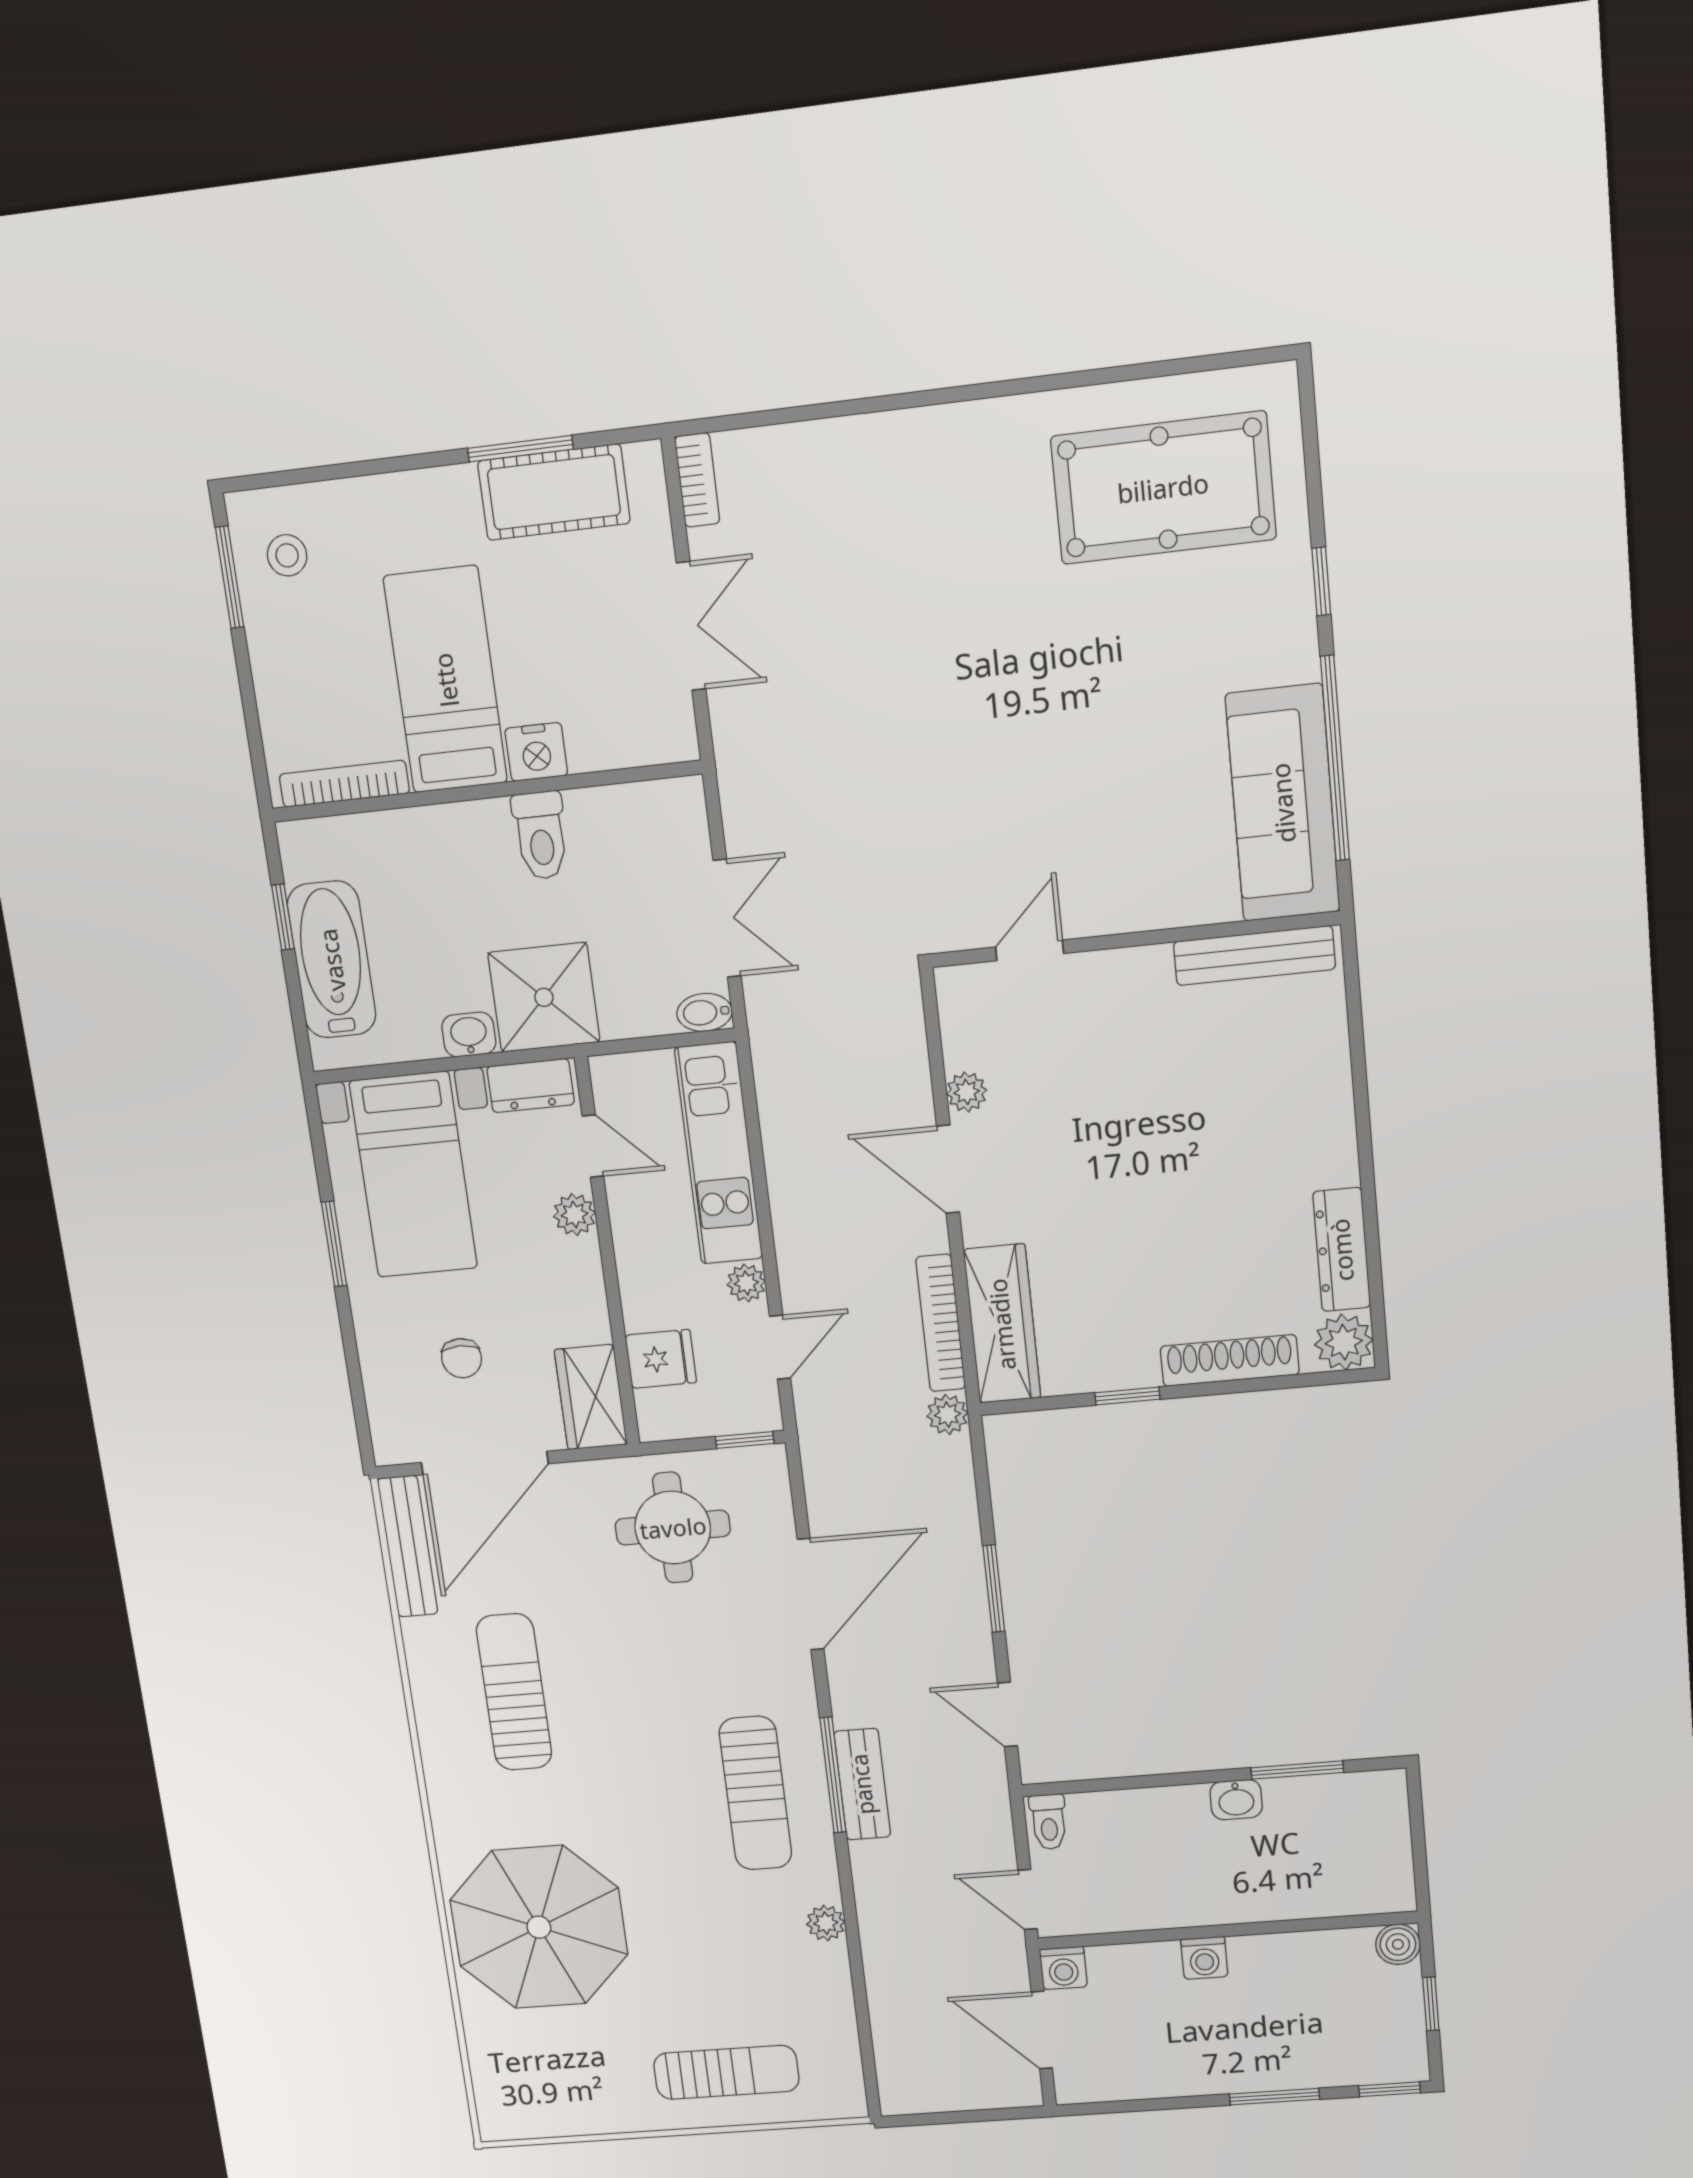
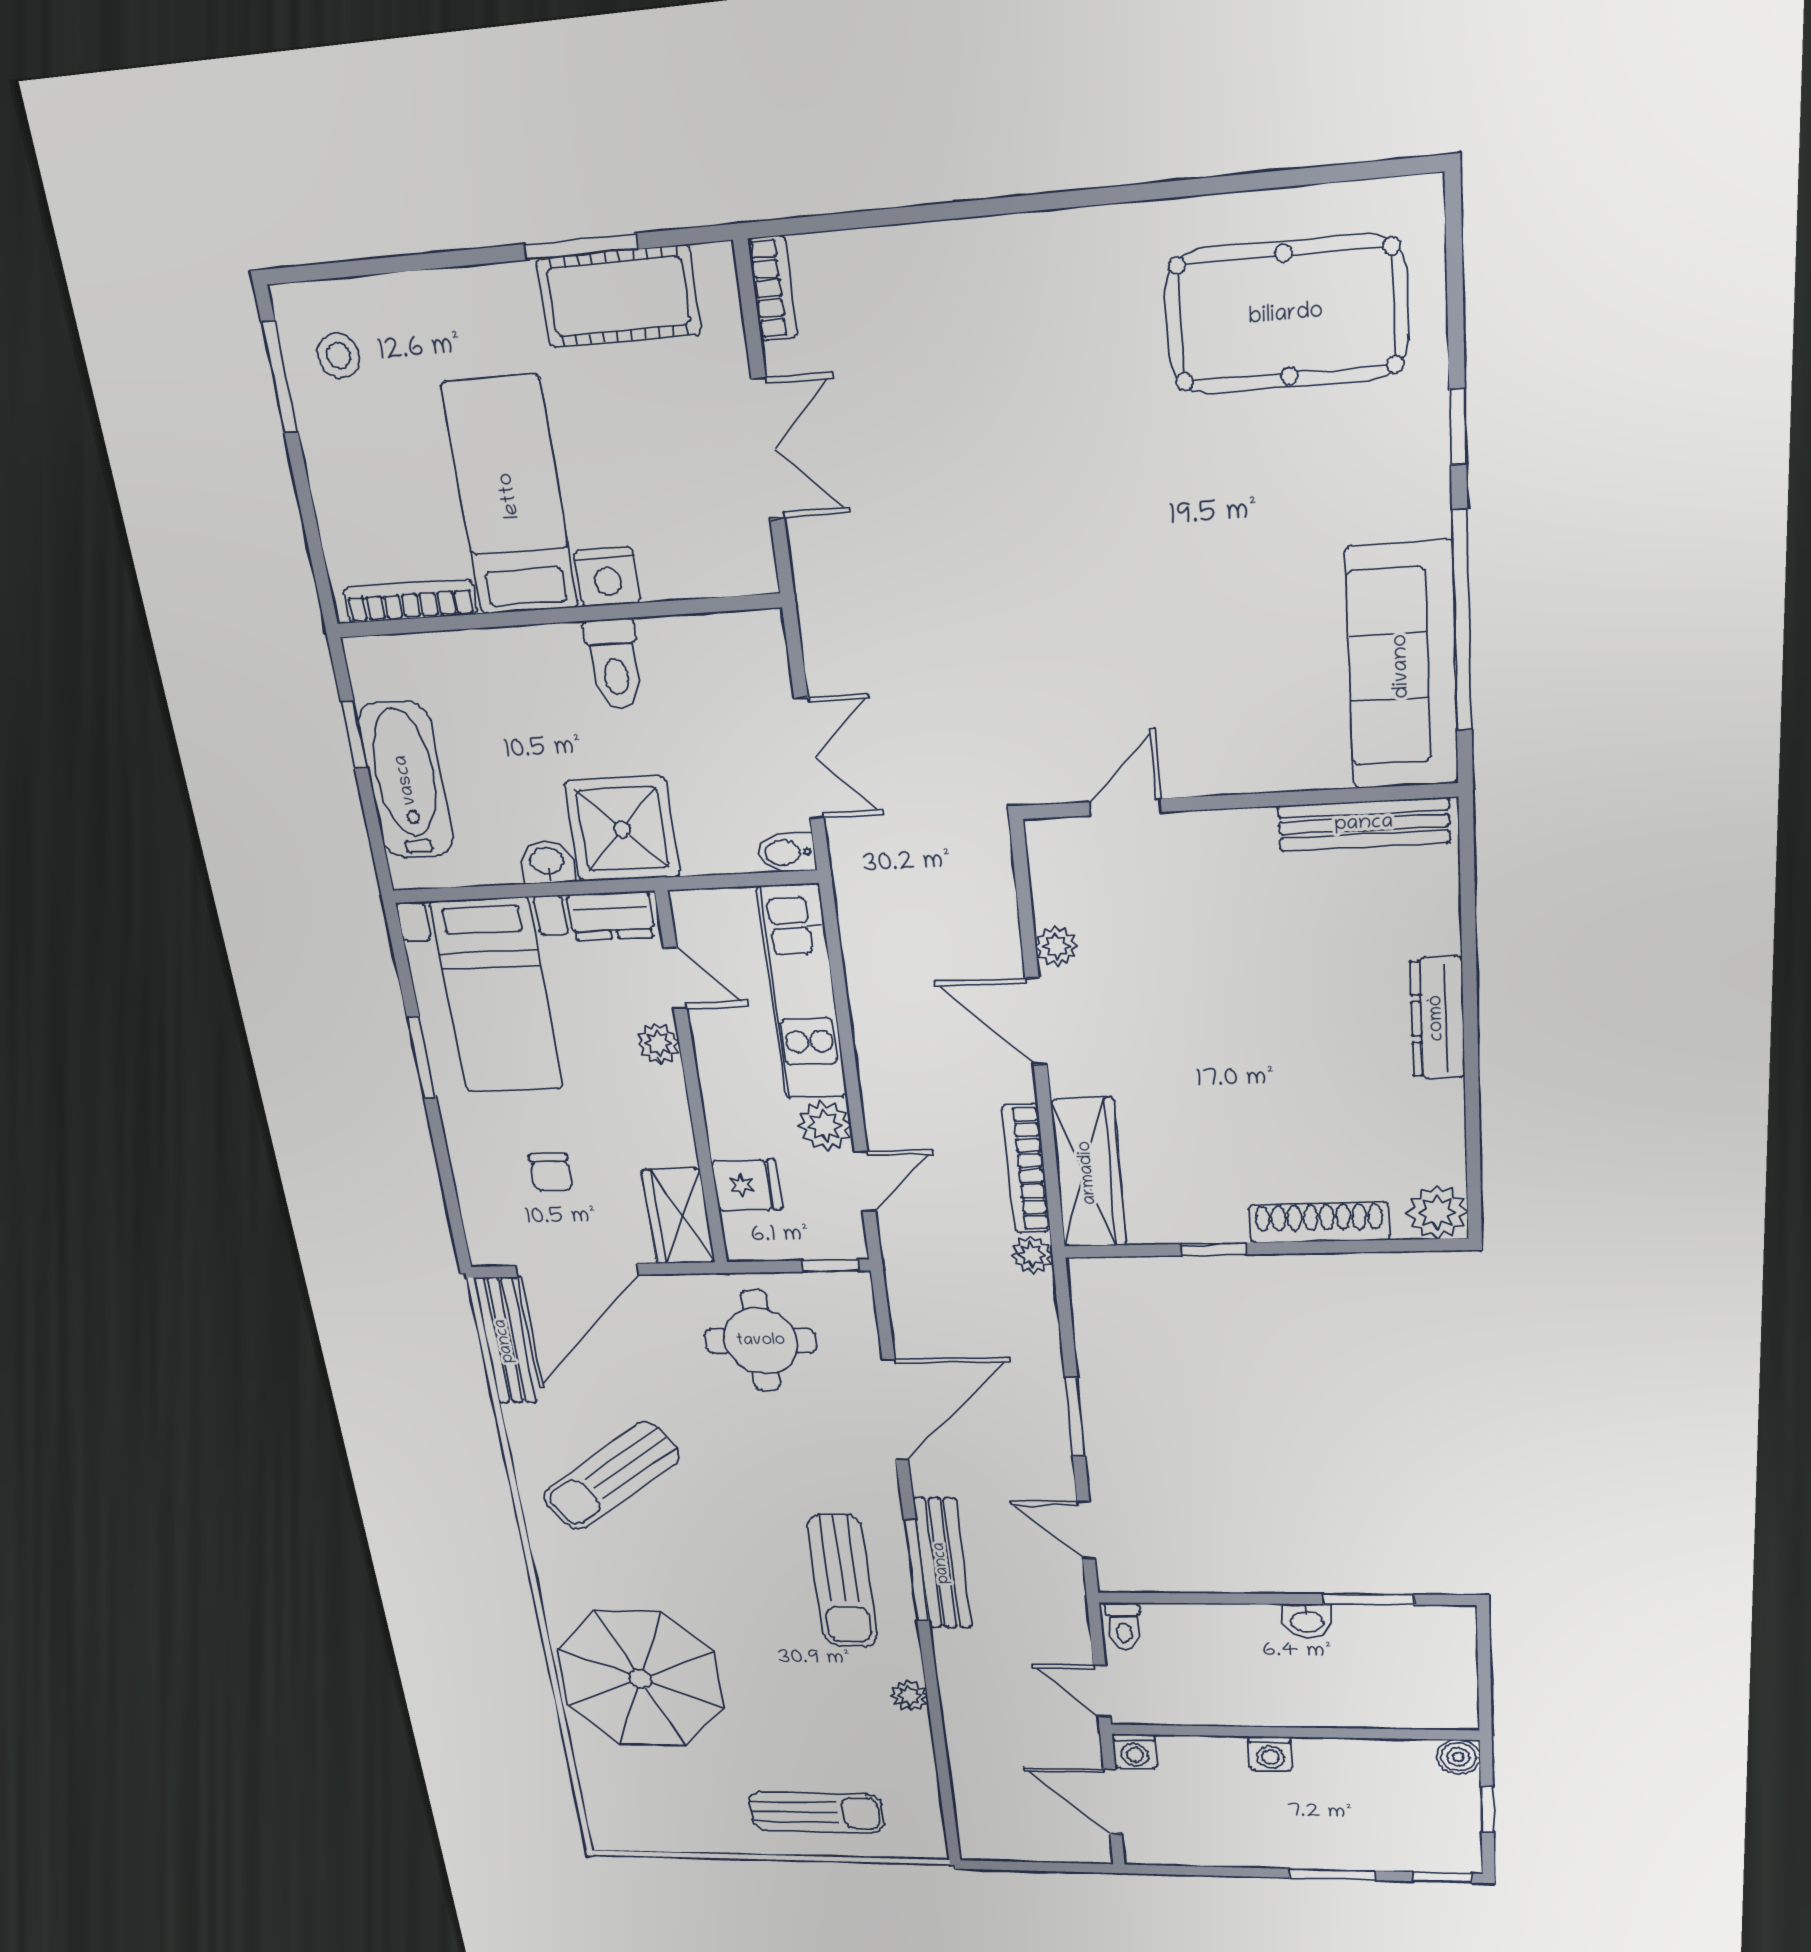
dresser: (1342, 1250) -> (1437, 1018), moved
plant: (746, 1283) -> (825, 1126), width x1.38, depth x1.38
sun lounger: (514, 1692) -> (611, 1476), turned -125
bench: (862, 1784) -> (942, 1563), width x1.36

